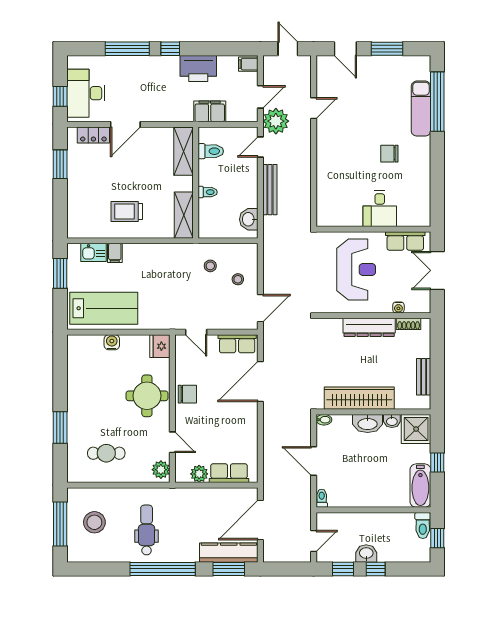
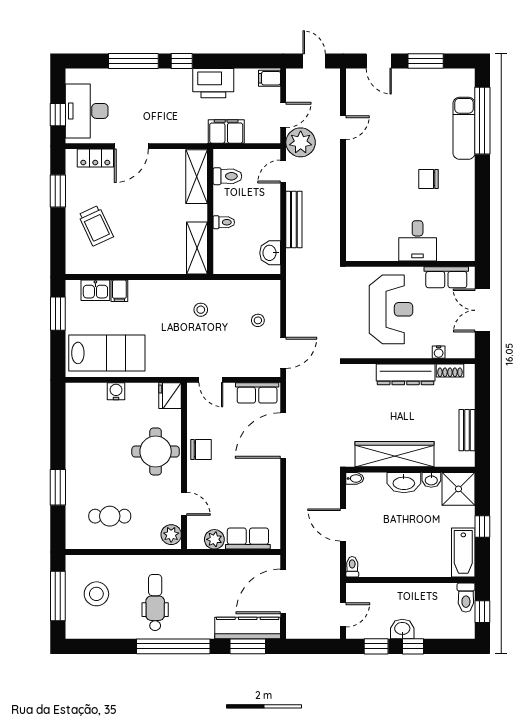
trolley: (127, 211) -> (96, 226), moved, turned -115
stool: (210, 266) -> (201, 310), moved

